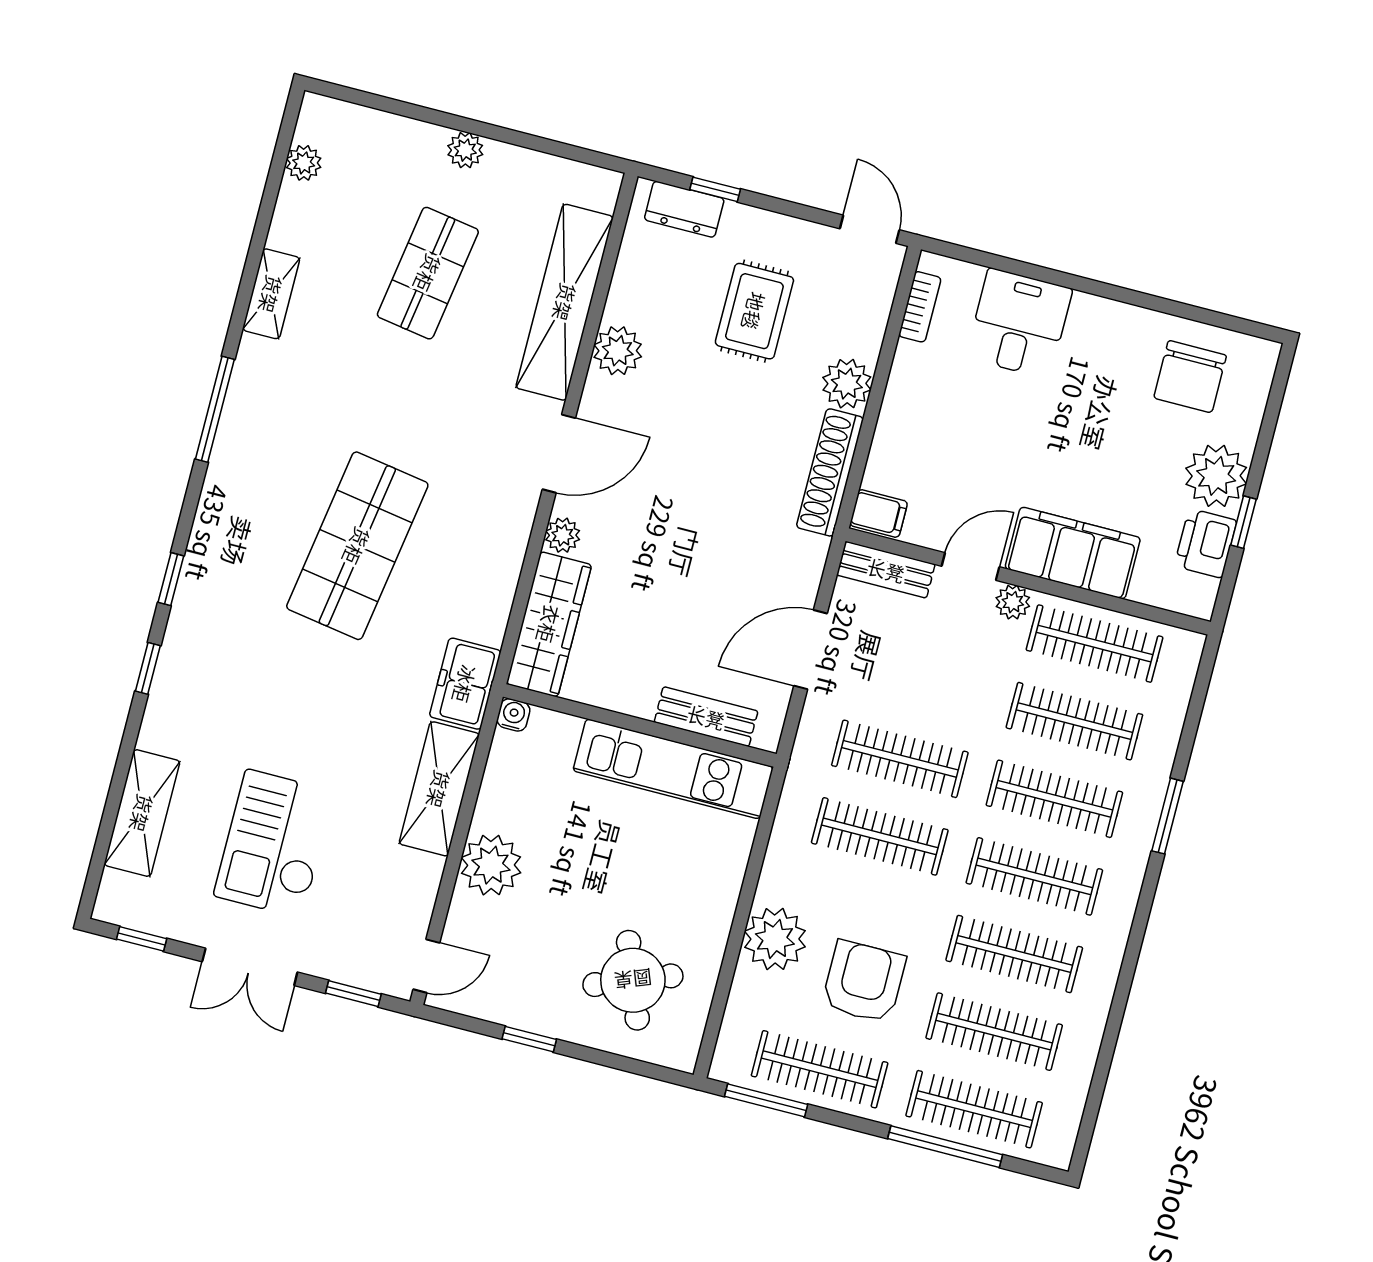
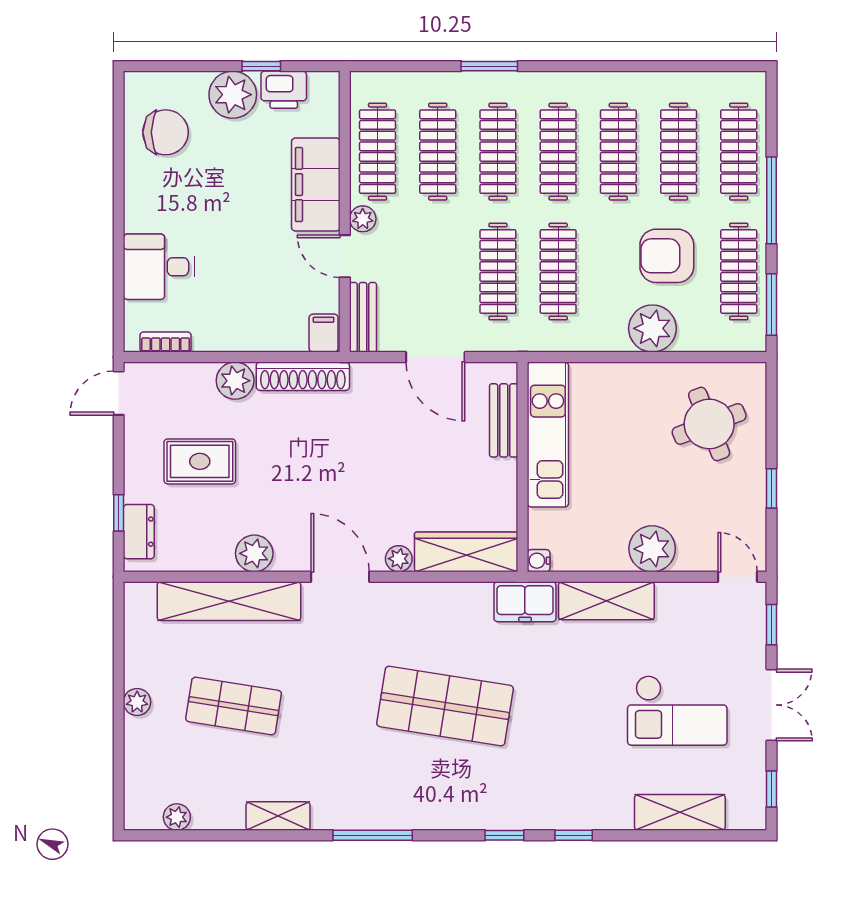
window: (945, 1147) -> (771, 200), moved

